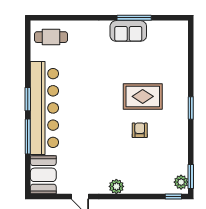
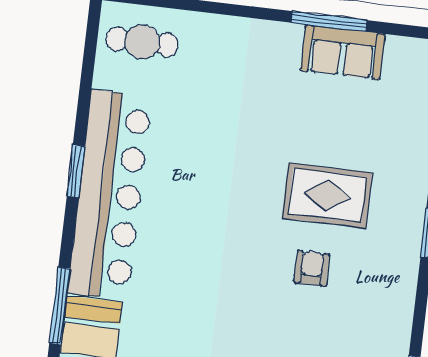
sofa: (128, 31) -> (343, 52), moved
window: (28, 136) -> (60, 306), moved

